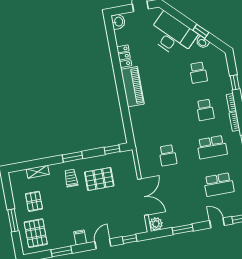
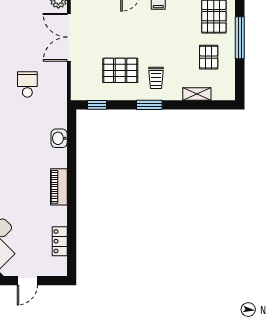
washbasin: (118, 22) -> (59, 138), moved
locker: (124, 56) -> (60, 241), moved
piano: (133, 87) -> (59, 187), width x0.73, depth x0.75
window: (13, 220) -> (240, 38), width x1.44

